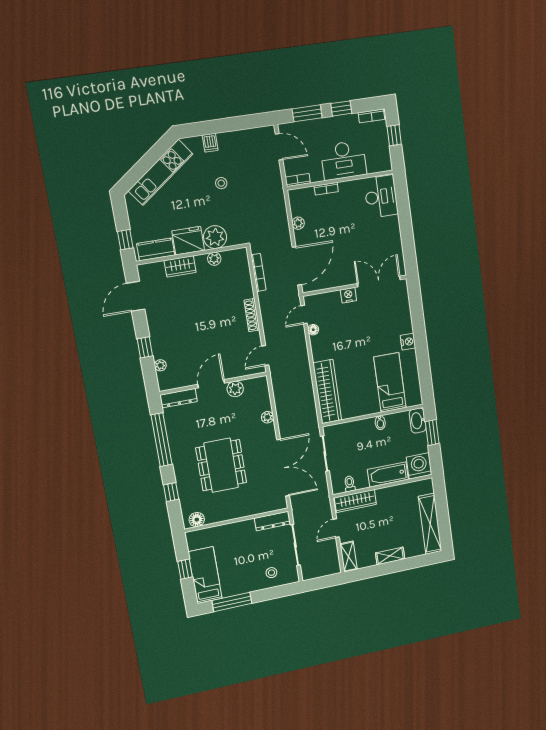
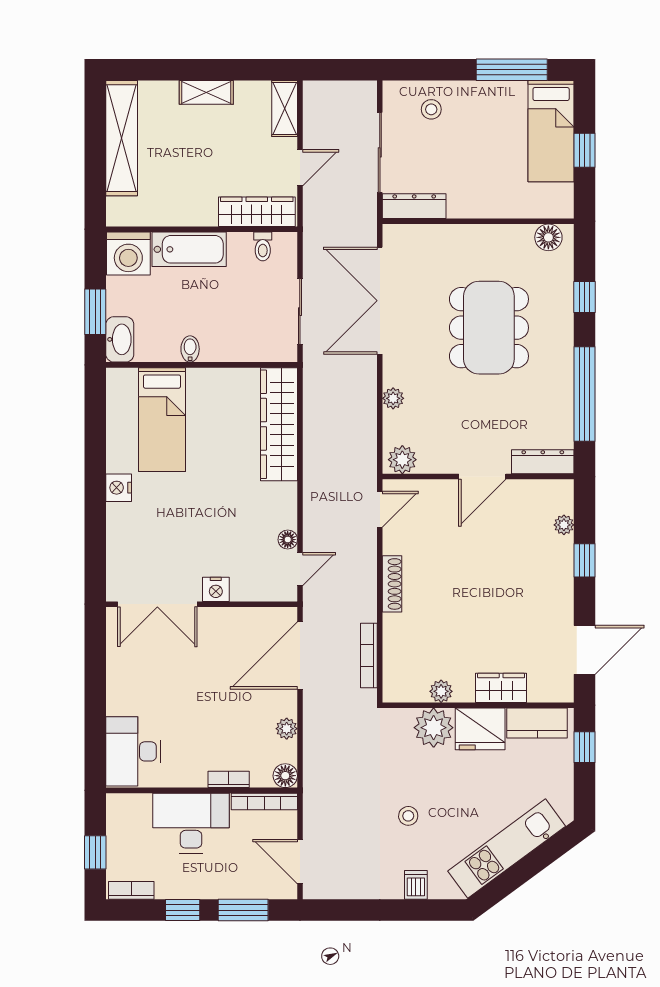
bookcase: (298, 180) -> (264, 801), width x1.56
floor lamp: (295, 196) -> (285, 776), added
plant: (235, 389) -> (402, 460), moved

